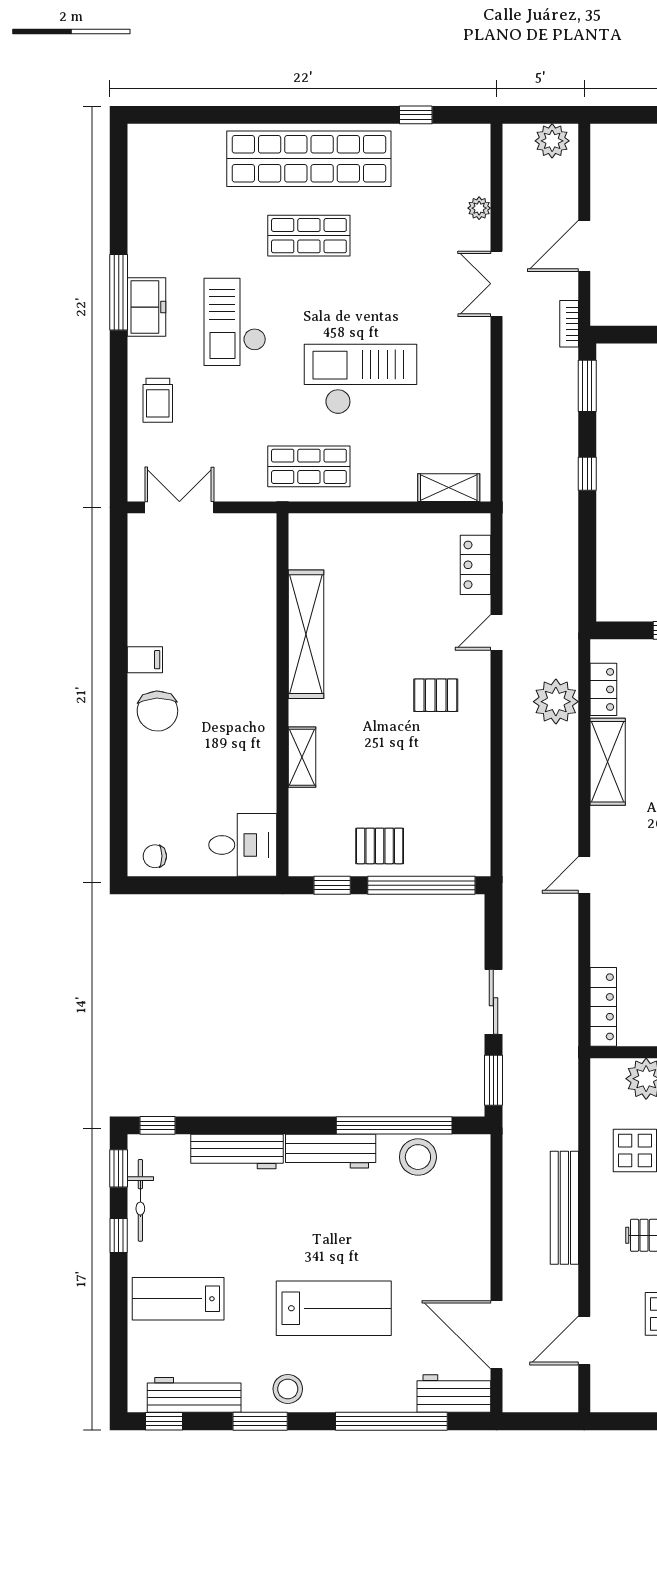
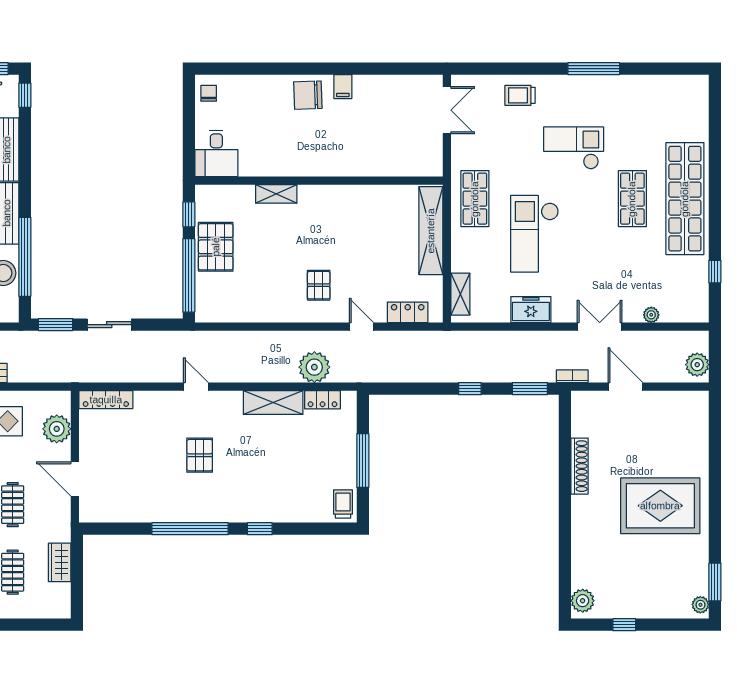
freezer: (146, 307) -> (531, 310), moved, turned 180
checkout: (360, 379) -> (534, 234), turned 180
shelving: (306, 634) -> (431, 231), moved, turned 90
pallet: (380, 846) -> (216, 247), width x1.50, depth x1.42

